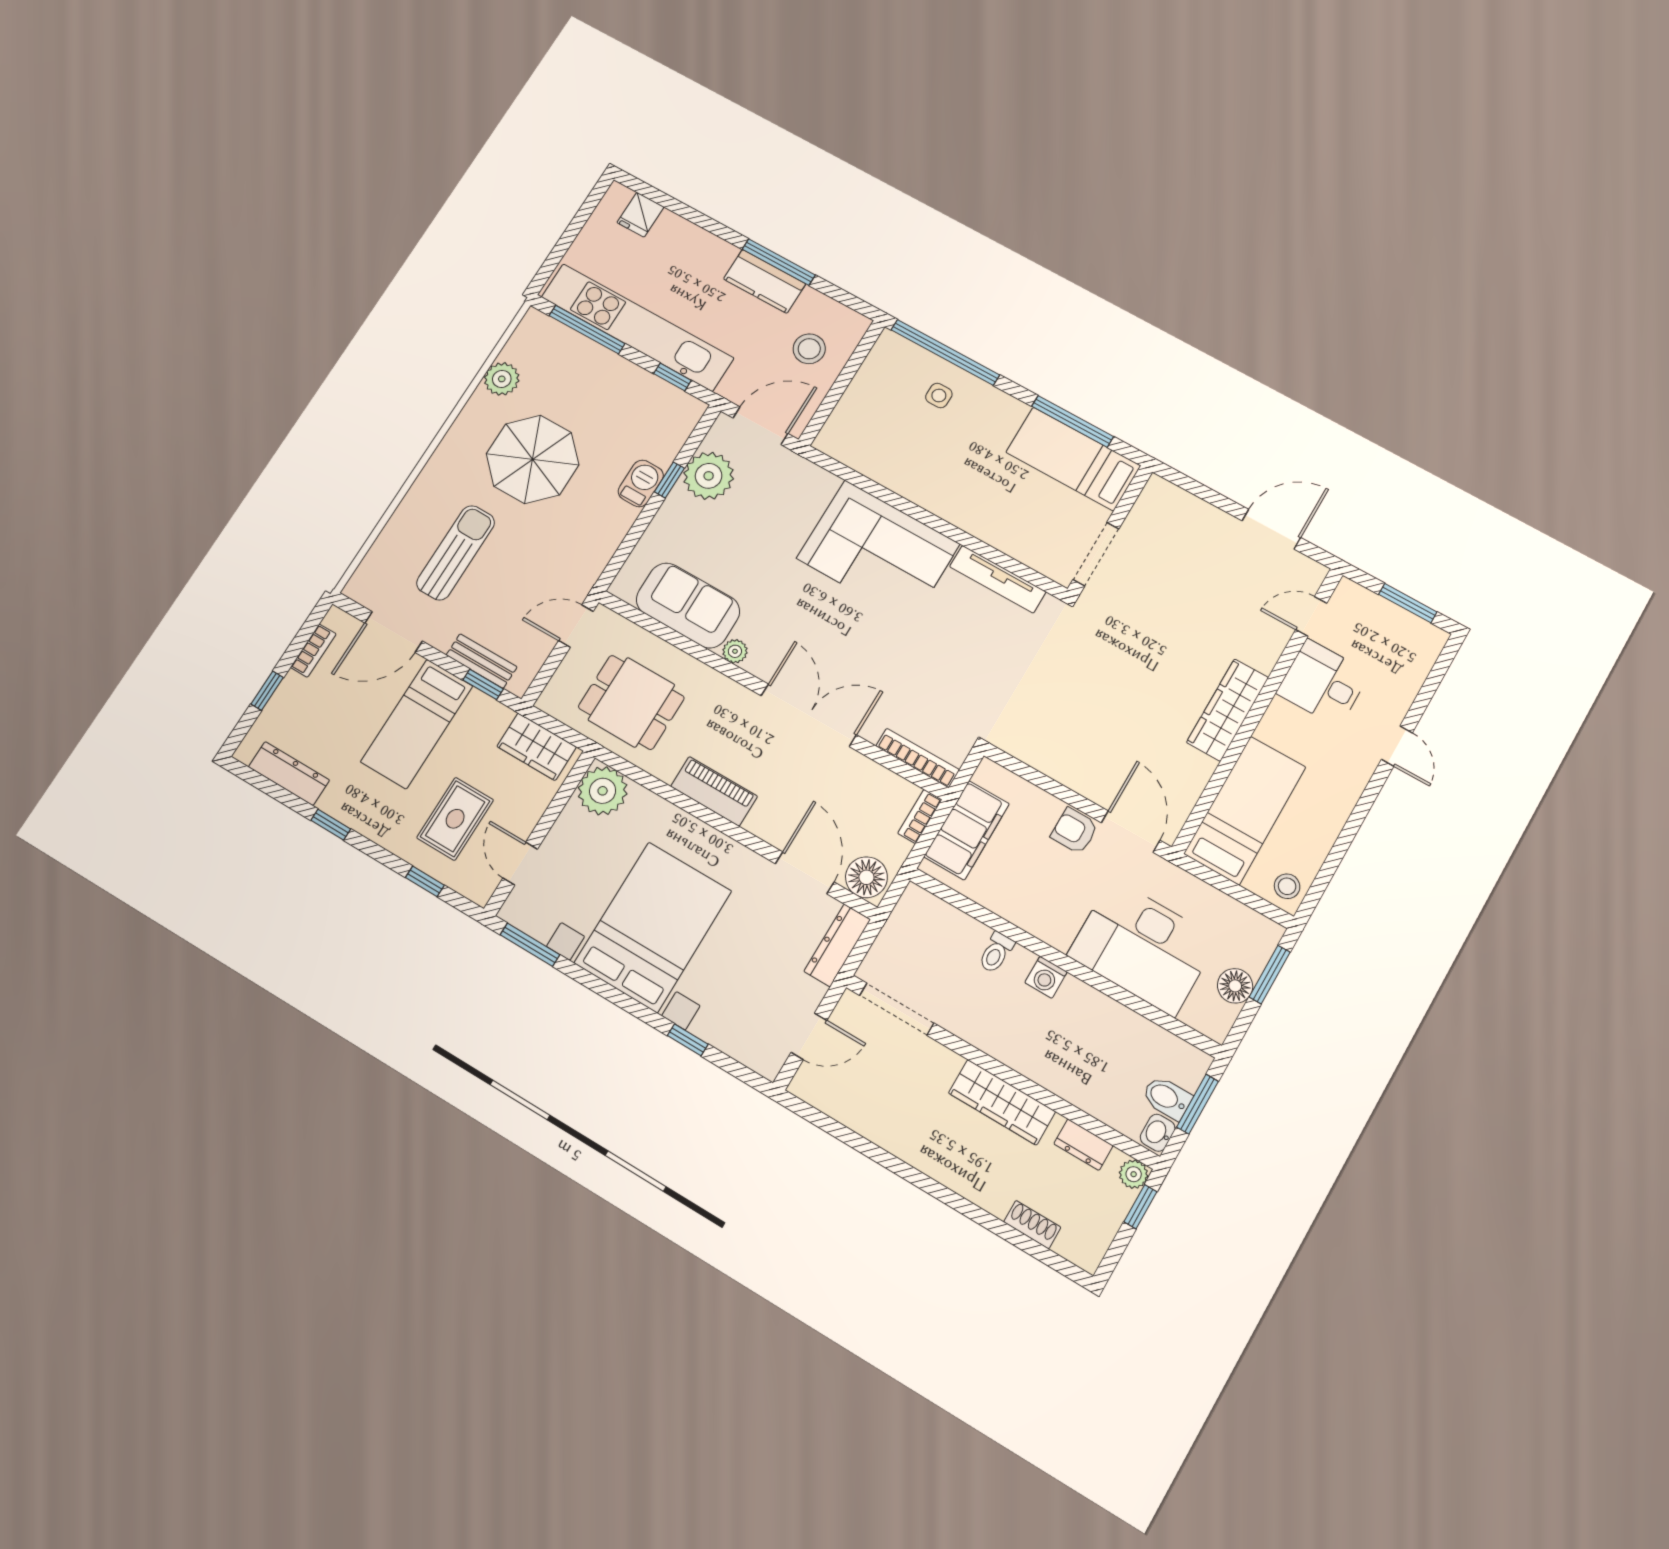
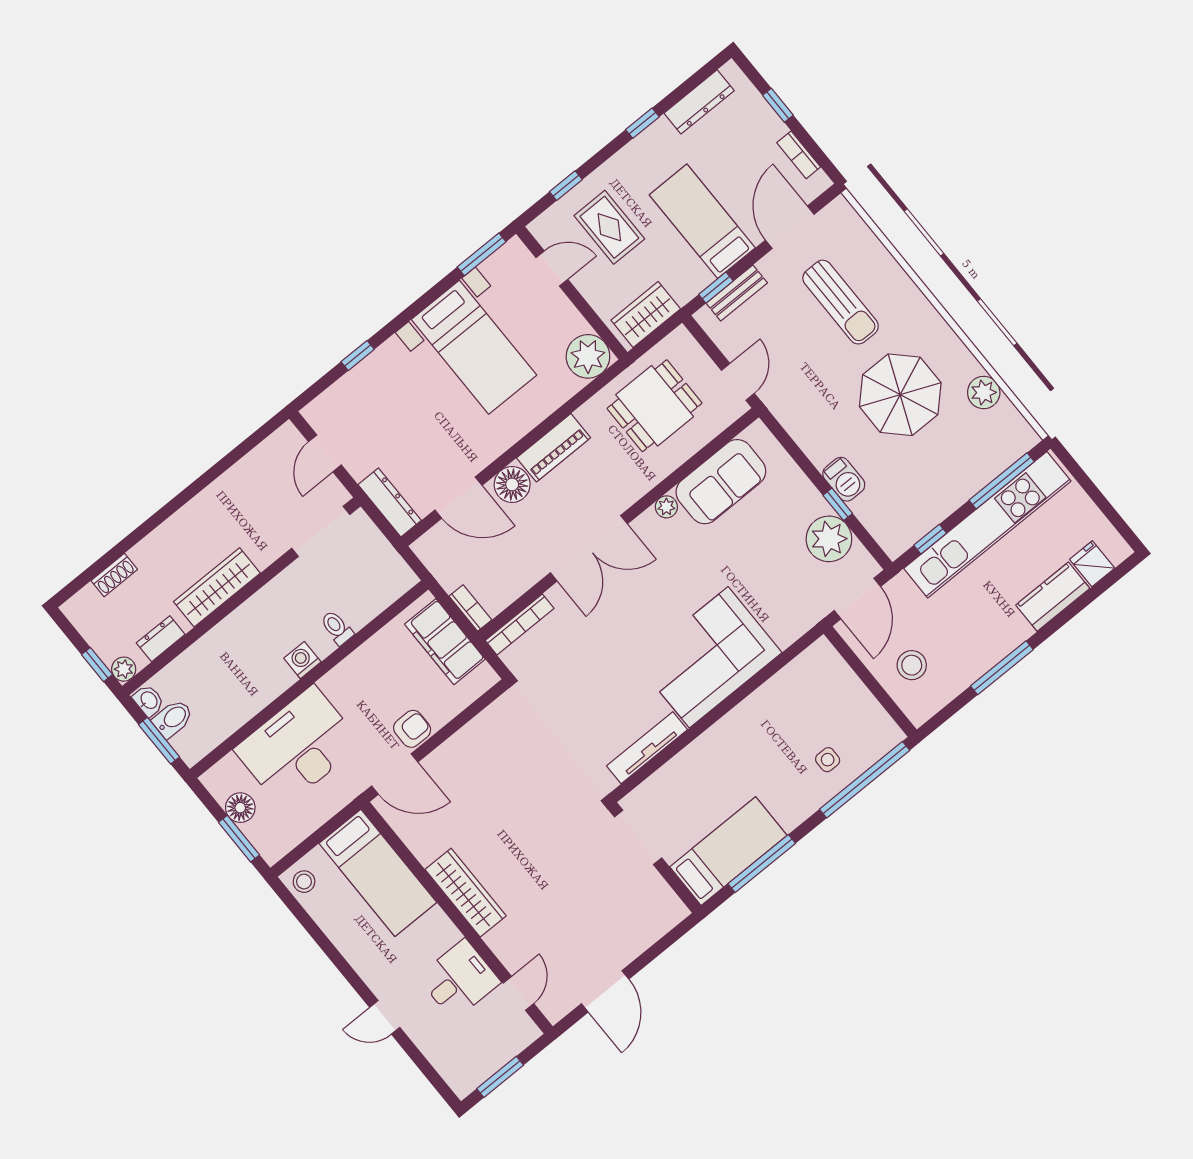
kitchen counter: (765, 281) -> (1053, 597), moved
floor lamp: (866, 877) -> (512, 484), moved
bed with nightstands: (653, 927) -> (474, 347), width x0.73

